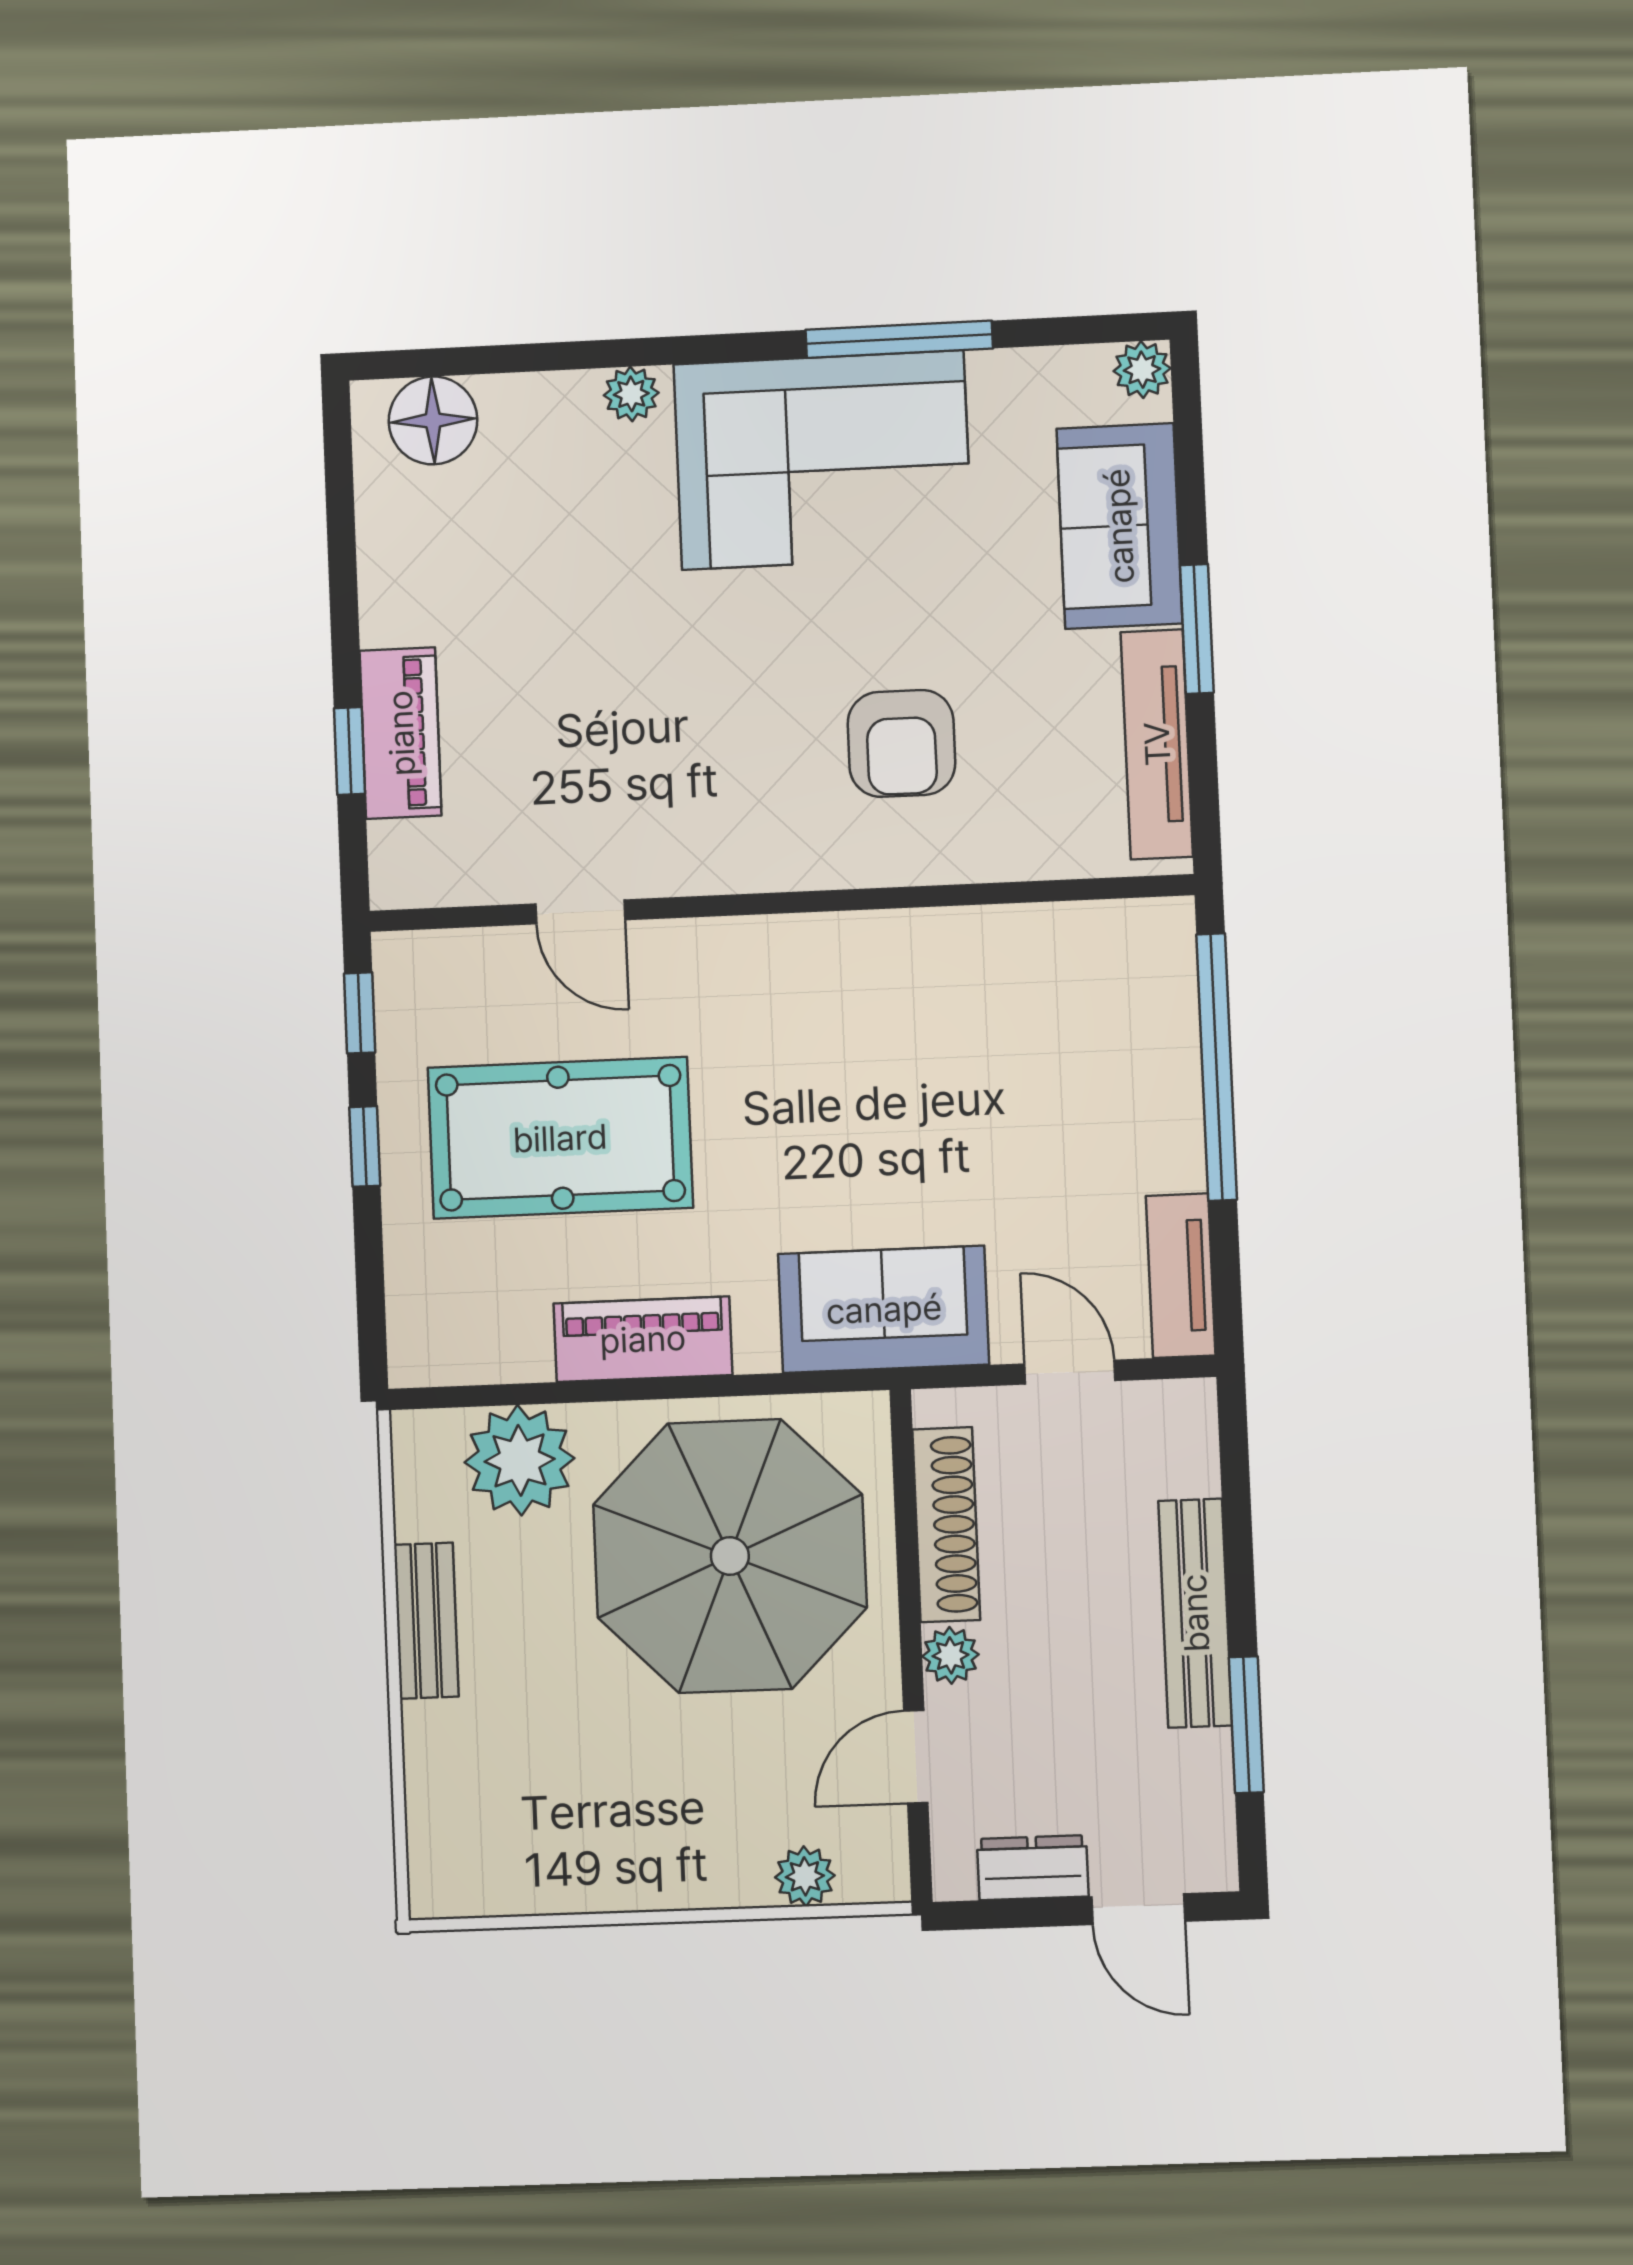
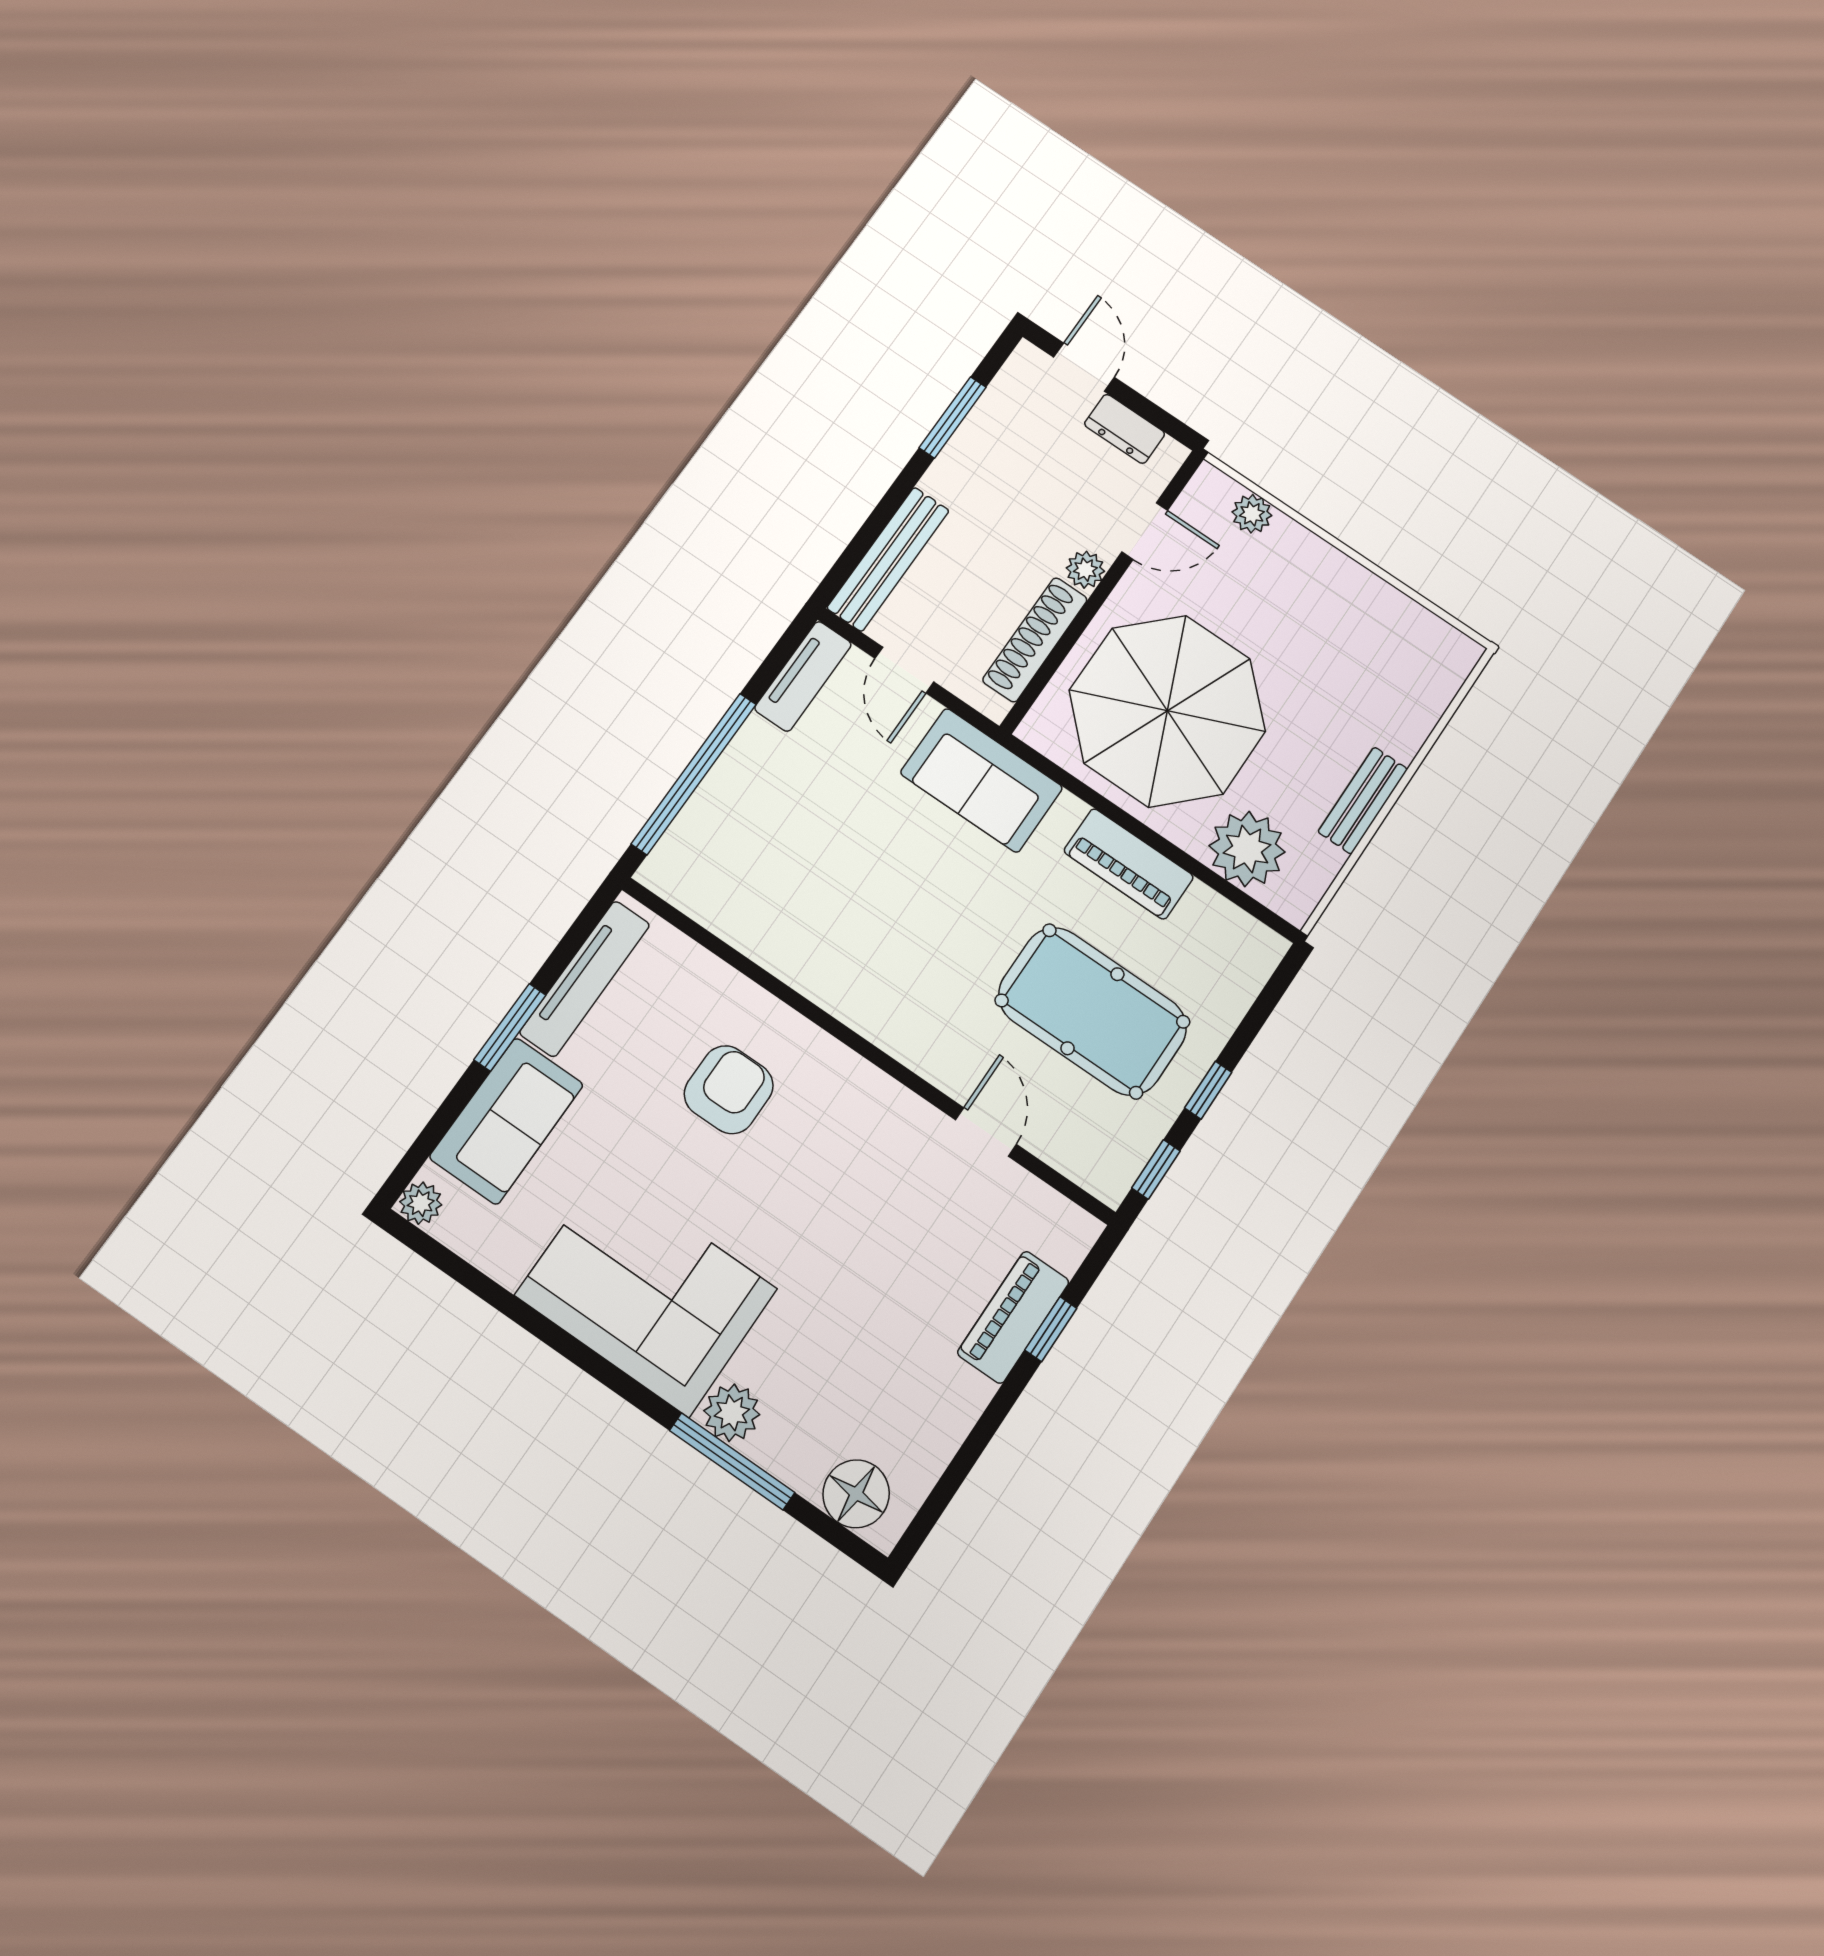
window: (899, 339) -> (732, 1461), moved
plant: (631, 394) -> (732, 1413), width x1.38, depth x1.38
bench: (1195, 1613) -> (888, 559), moved

